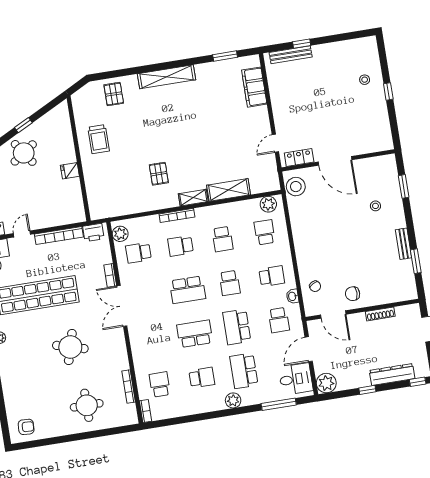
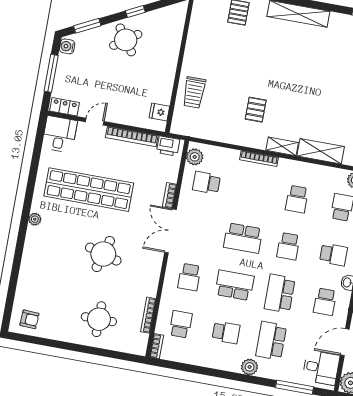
trolley: (99, 139) -> (194, 92), moved
fridge: (70, 171) -> (159, 112), moved
school desk: (180, 246) -> (189, 277), moved, turned -90

